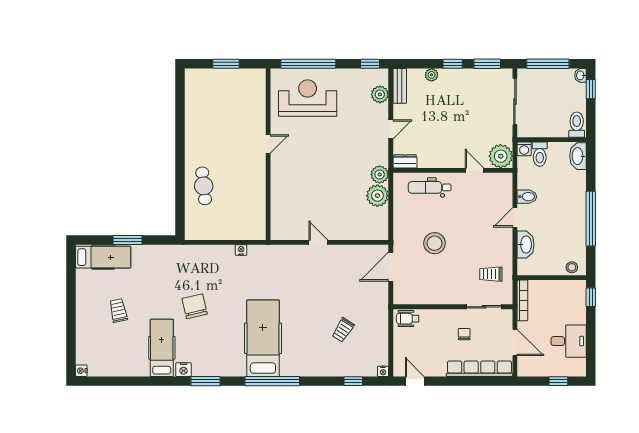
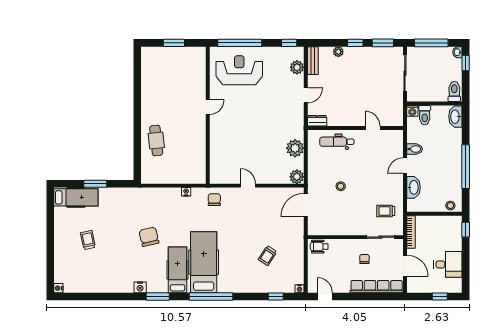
plant: (501, 156) -> (394, 117), removed
plant: (380, 174) -> (297, 177), moved
stool: (434, 243) -> (341, 186), width x0.53, depth x0.53
chair: (276, 260) -> (214, 200), added
hospital bed: (162, 348) -> (178, 270), moved

